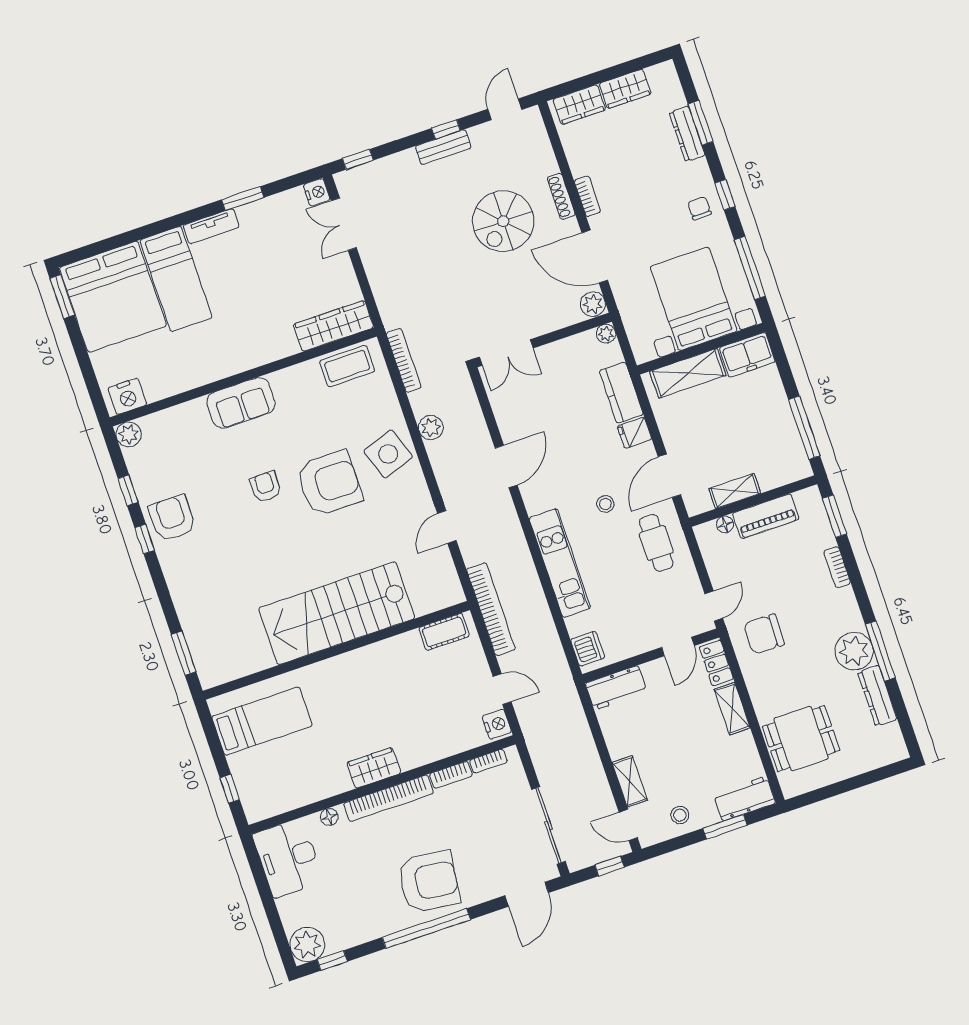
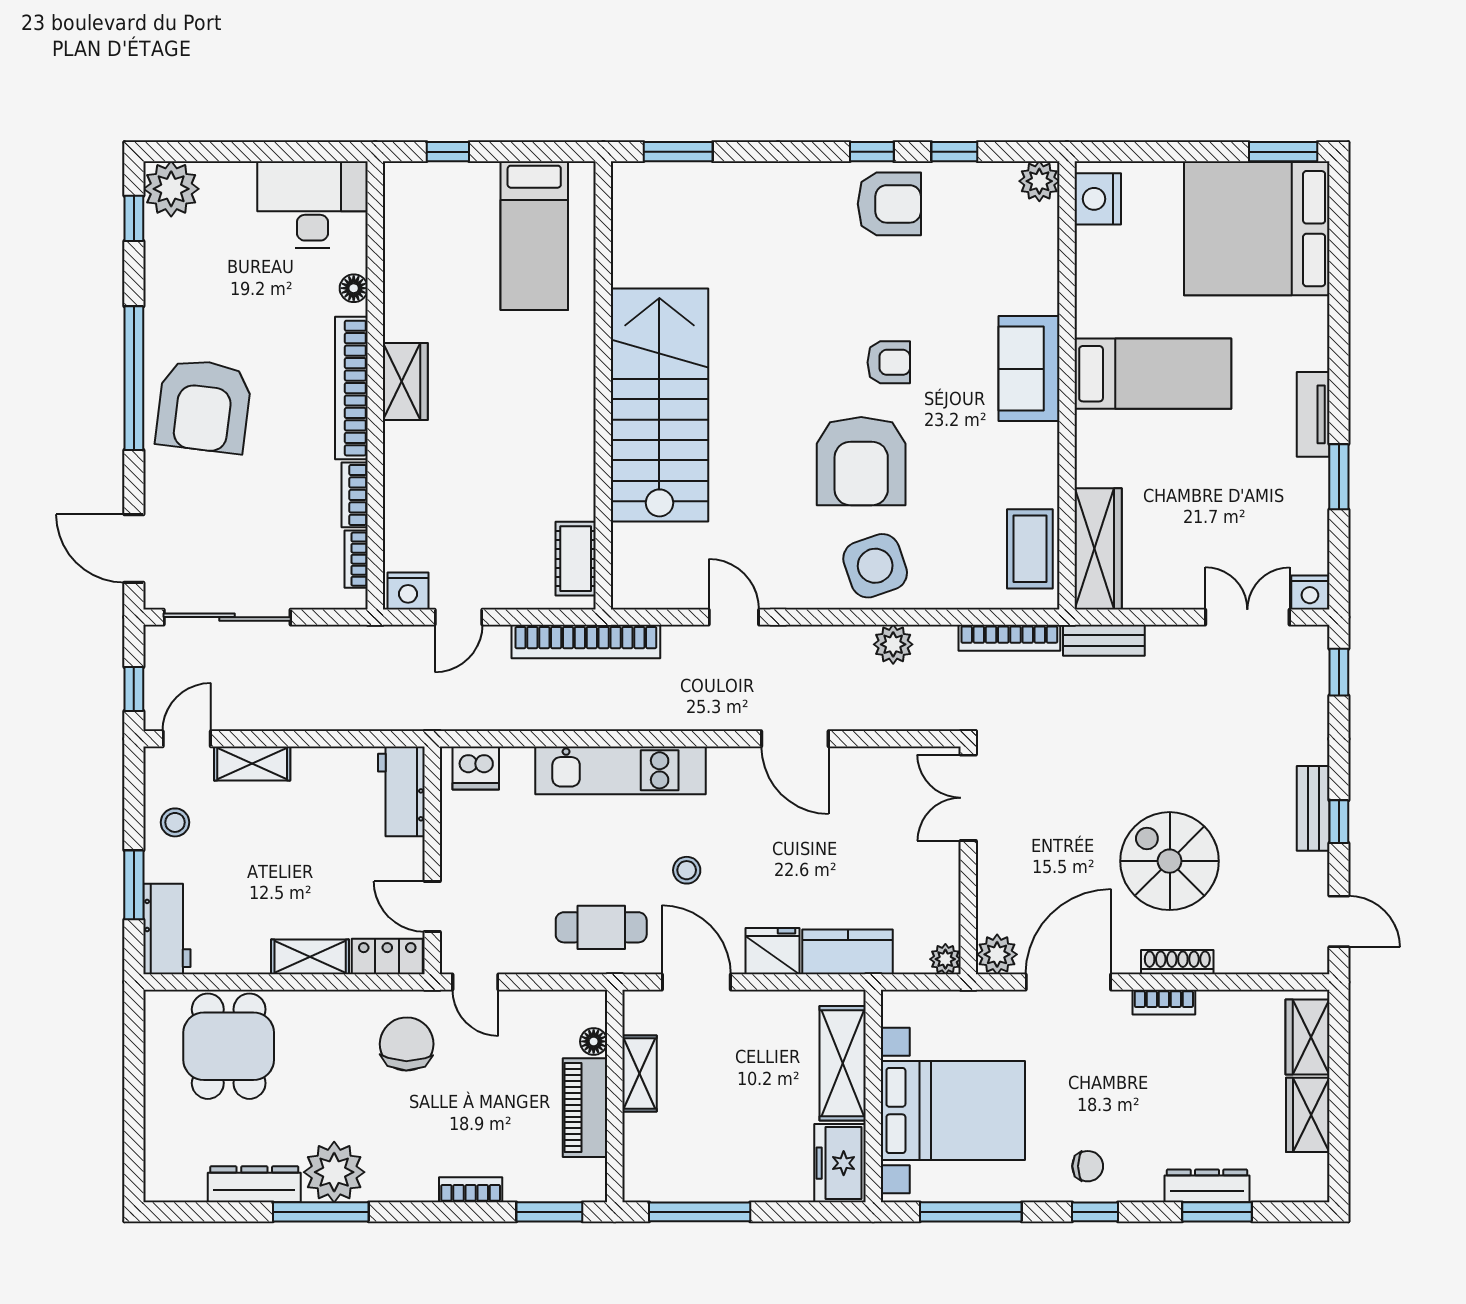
bed: (176, 279) -> (1153, 374), moved, turned 180
bench: (386, 304) -> (1104, 640), added
fridge: (634, 433) -> (772, 951), width x1.38

